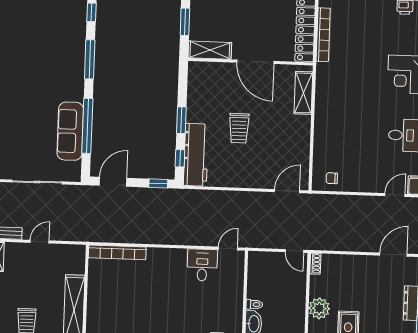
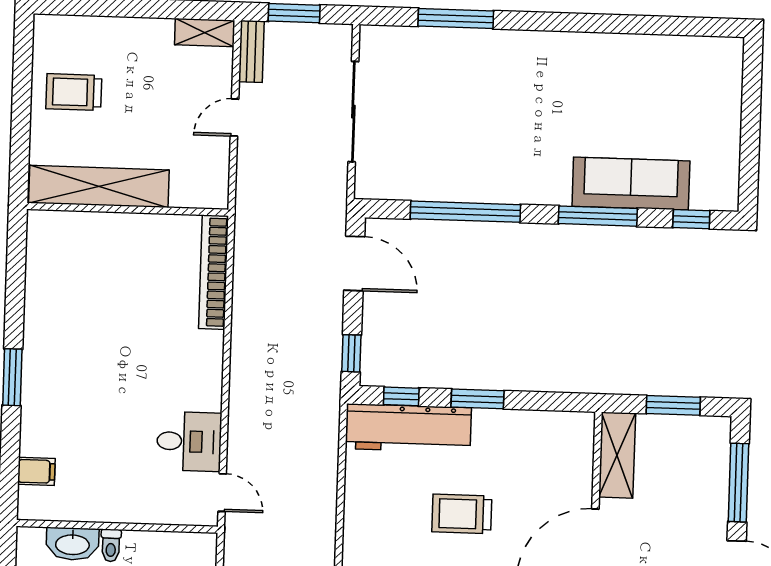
sofa: (70, 131) -> (631, 184), moved
door: (40, 242) -> (235, 118), swing flipped

